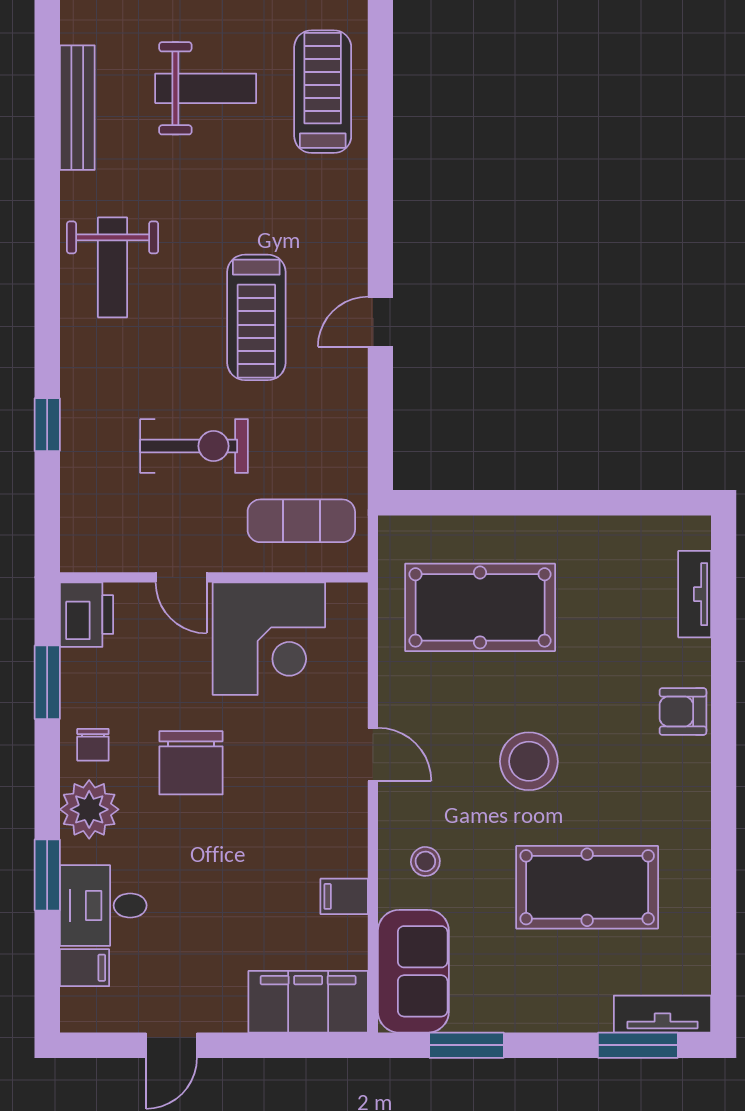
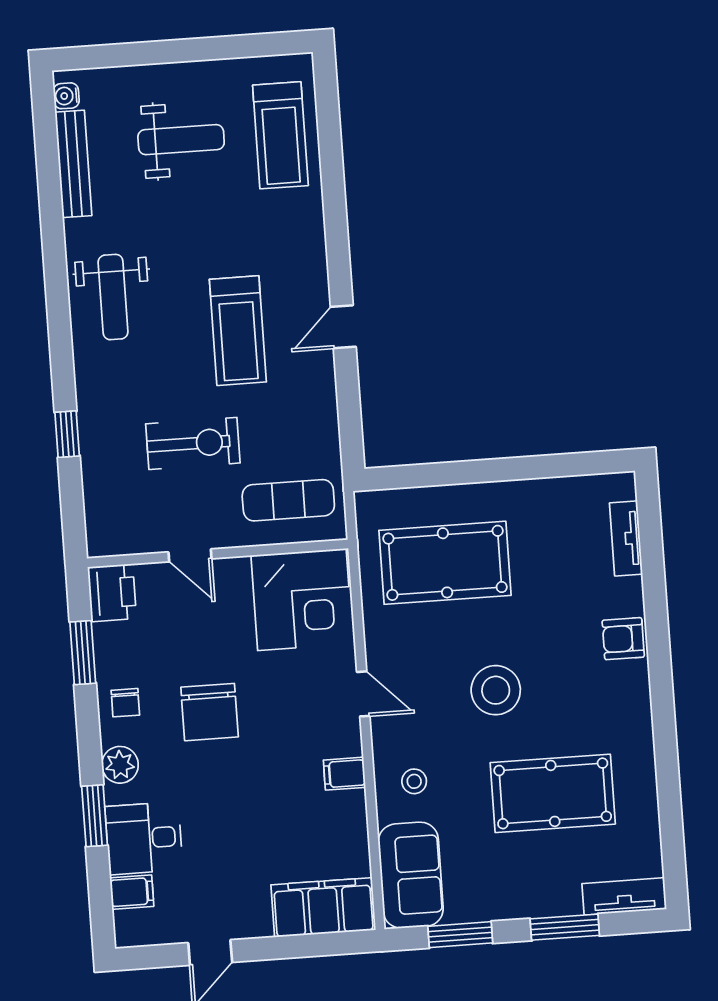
water cooler: (75, 27) -> (66, 96), added
treadmill: (323, 92) -> (280, 135), turned 180
corner desk: (269, 639) -> (302, 600), moved
plant: (89, 809) -> (120, 765), width x0.73, depth x0.73
filing cabinet: (344, 896) -> (344, 774), moved
window: (638, 1045) -> (565, 927), moved

